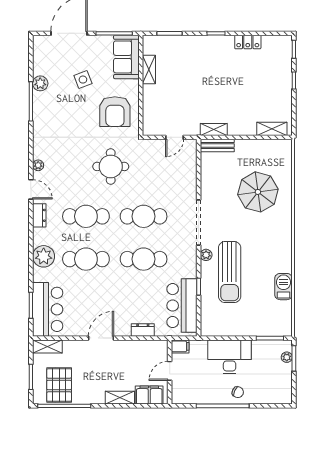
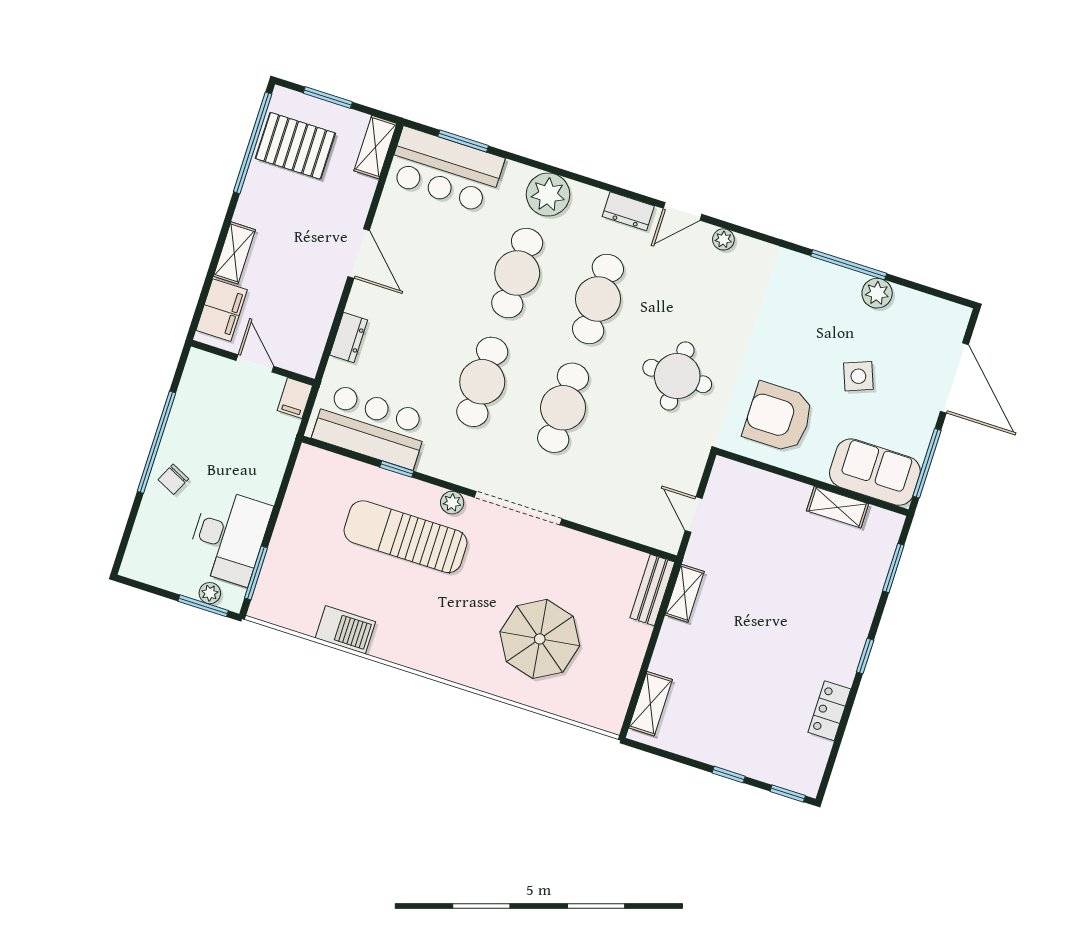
desk: (230, 357) -> (229, 537), moved

